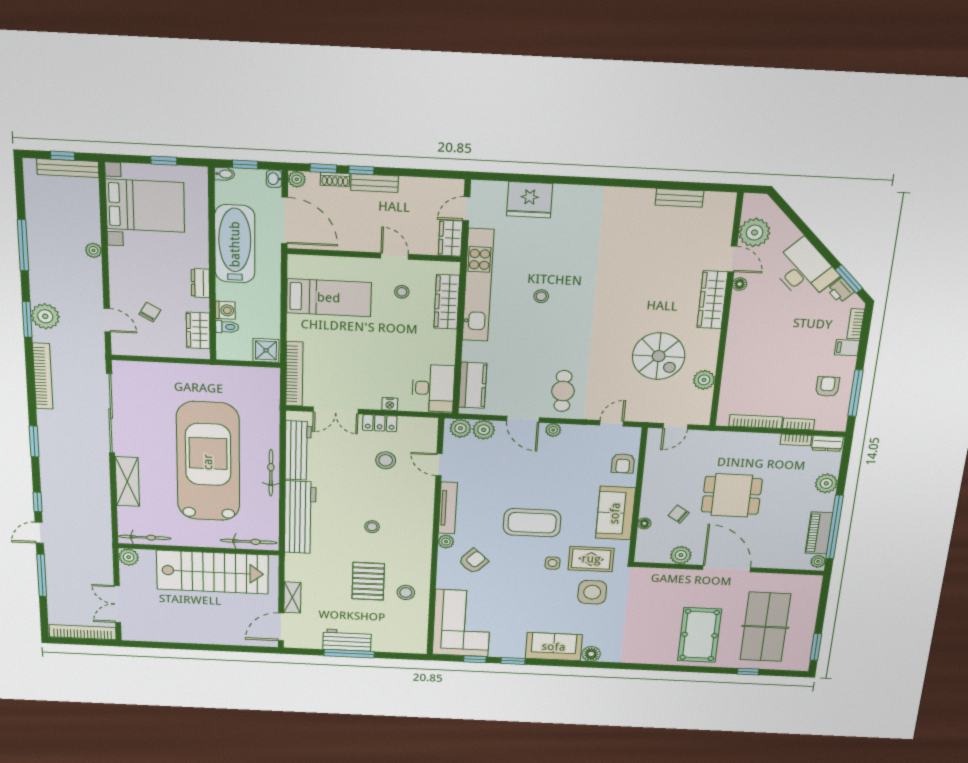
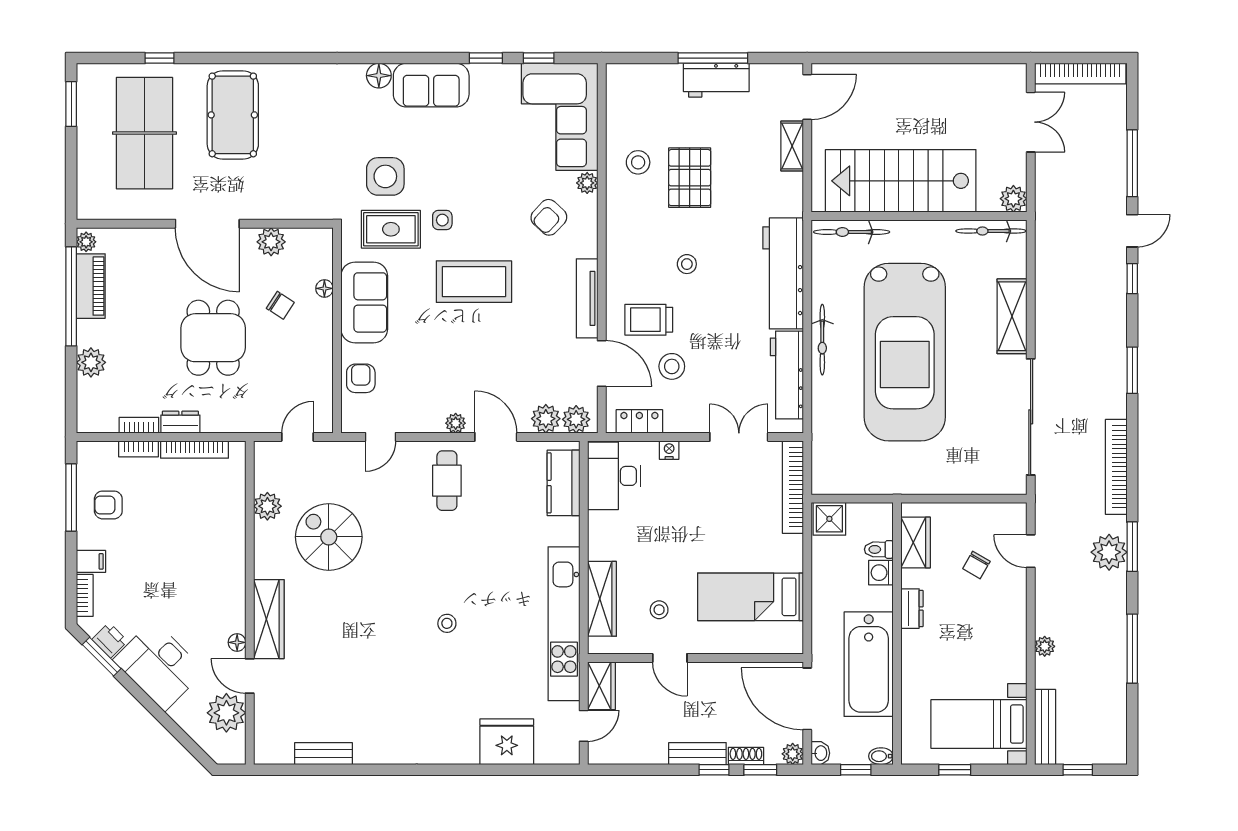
bench: (68, 168) -> (1045, 727), moved, turned 90
bed with nightstands: (145, 206) -> (979, 724), width x0.73
stool: (541, 296) -> (447, 623), moved
armchair: (828, 387) -> (108, 505), turned 90
locker: (380, 423) -> (639, 421), moved
dresser: (827, 443) -> (180, 422), moved
door: (439, 465) -> (602, 364), width x1.38
trolley: (402, 492) -> (649, 320), added
dining table: (732, 495) -> (213, 338), turned 90
plant: (446, 542) -> (587, 183), moved

